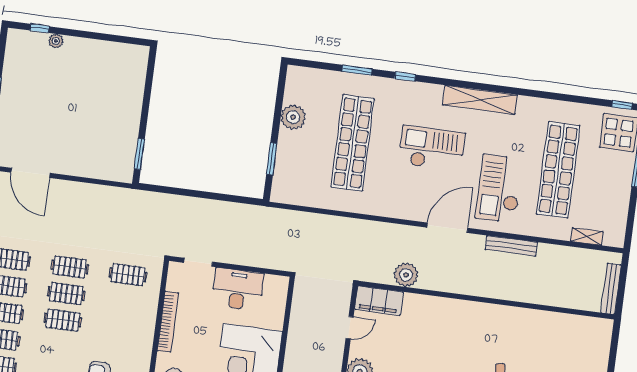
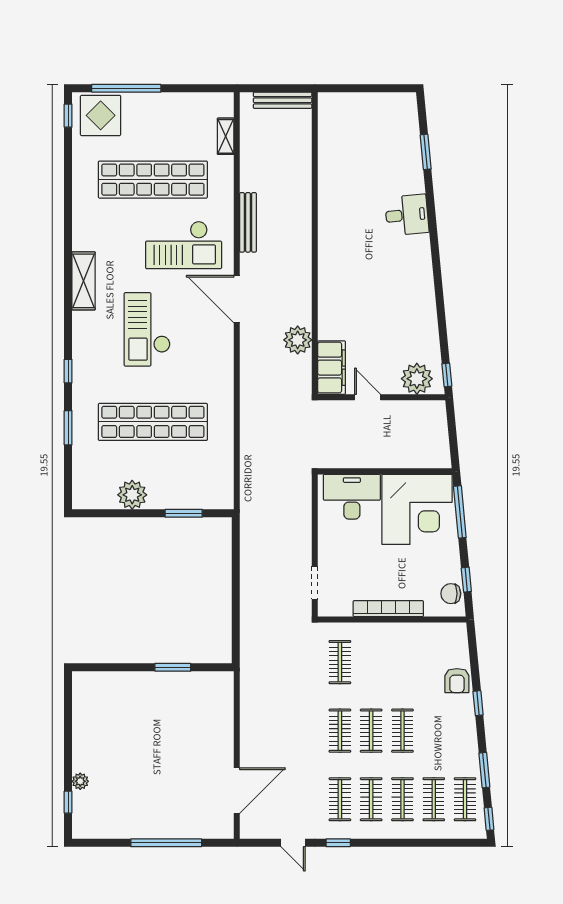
shelving: (480, 100) -> (84, 281), width x0.68
window: (139, 154) -> (173, 667), moved
desk: (238, 289) -> (352, 497), moved, turned 90

